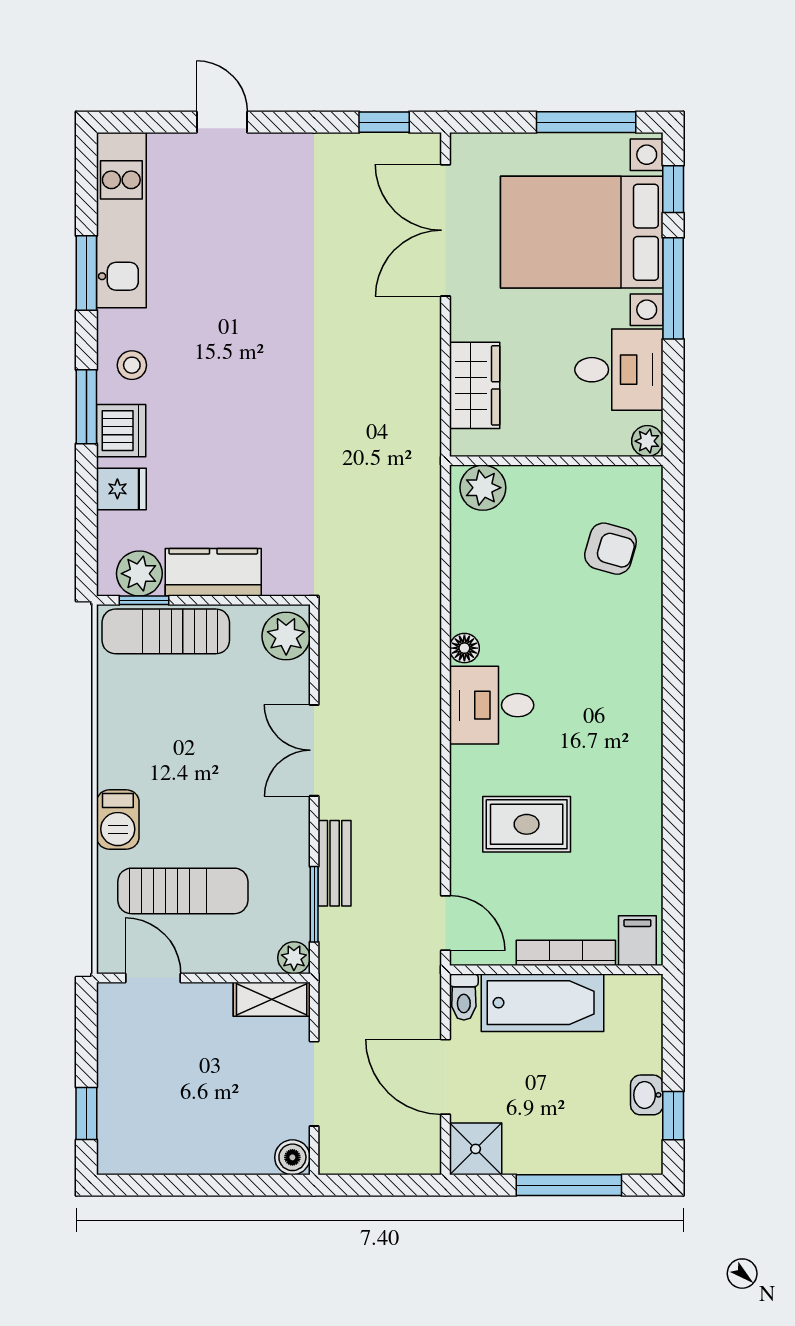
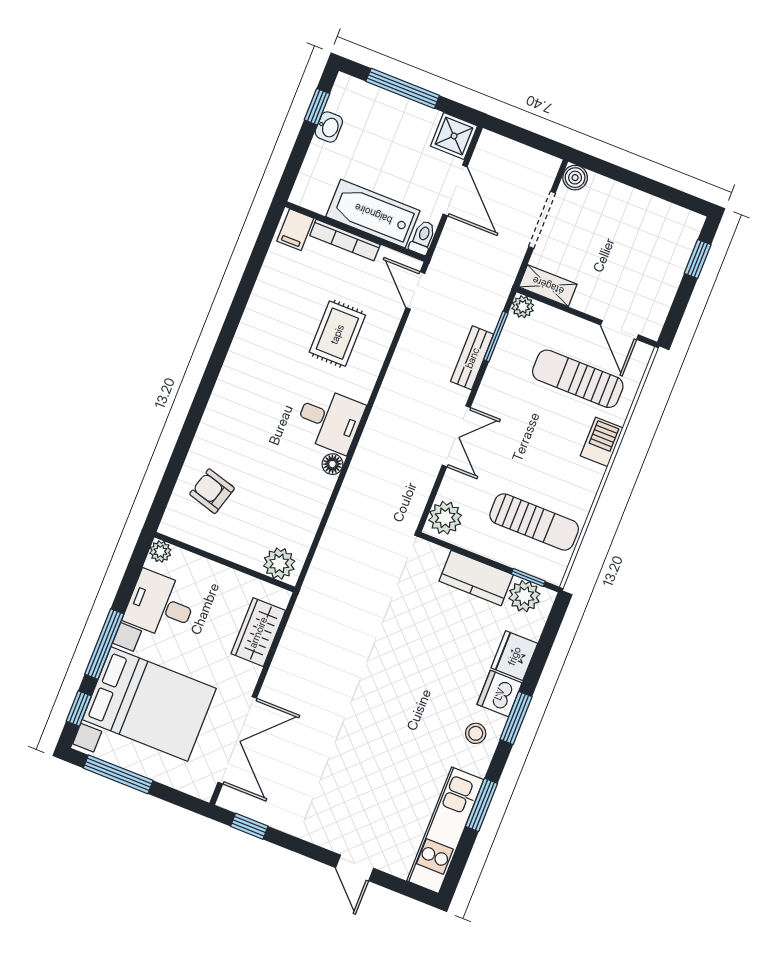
fridge: (121, 489) -> (514, 656), width x1.38
sun lounger: (166, 631) -> (534, 522), moved
rug: (527, 824) -> (337, 334), turned 90

